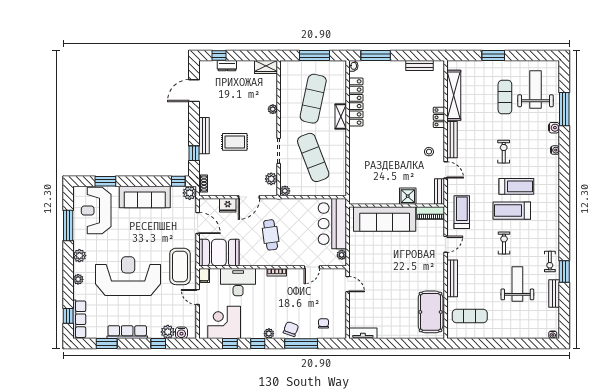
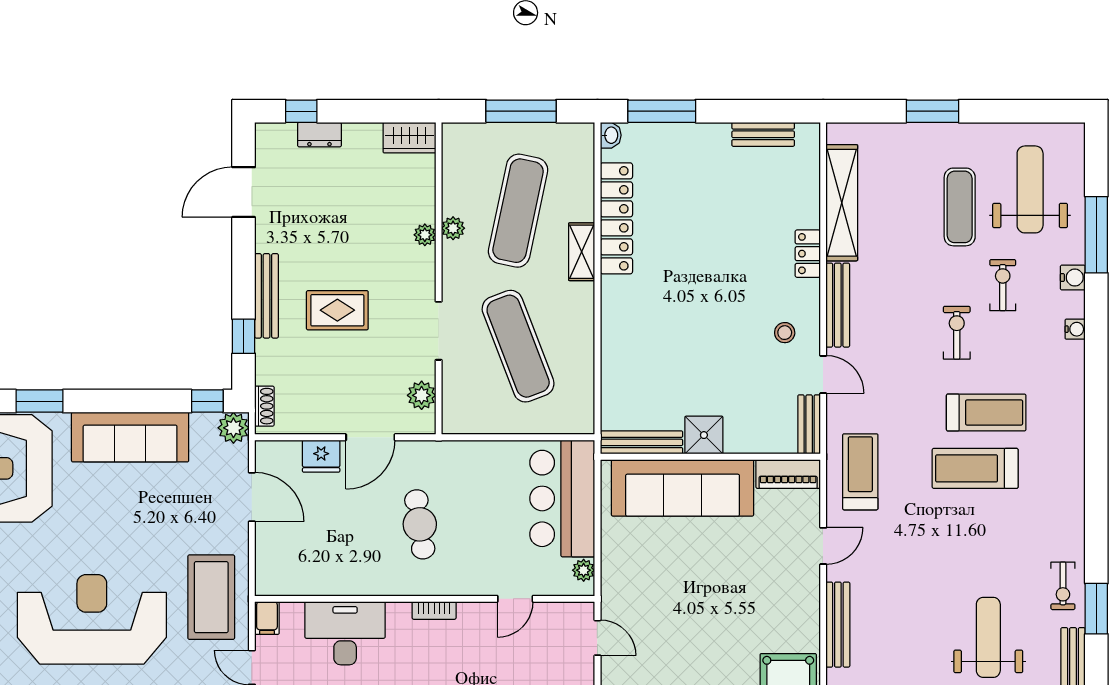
plant: (285, 191) -> (453, 228), moved
shower: (408, 196) -> (704, 435), moved
bench: (367, 199) -> (641, 442), added
exercise bike: (504, 243) -> (1003, 285), moved
booth: (219, 253) -> (301, 565), removed

